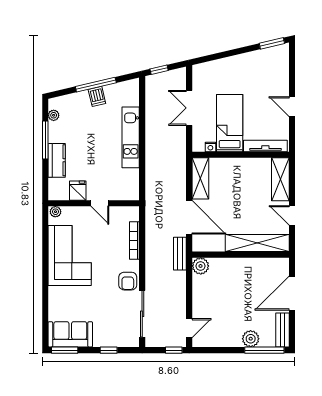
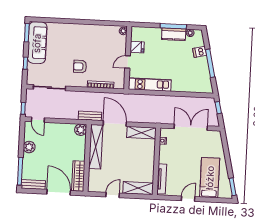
dishwasher: (97, 96) -> (200, 52), moved
double door: (189, 108) -> (191, 127), width x1.37
bed: (230, 123) -> (210, 178), moved, turned -90
kitchen unit: (131, 137) -> (150, 85), moved
kitchen counter: (57, 160) -> (174, 34), moved
door: (189, 217) -> (115, 124), swing flipped
shelving: (257, 243) -> (96, 147), moved
corner sofa: (70, 255) -> (92, 39), removed
wardrobe: (267, 266) -> (78, 176), added
armchair: (128, 281) -> (80, 66), moved
sofa: (70, 334) -> (37, 43), width x1.36
plant: (251, 339) -> (29, 147), moved

